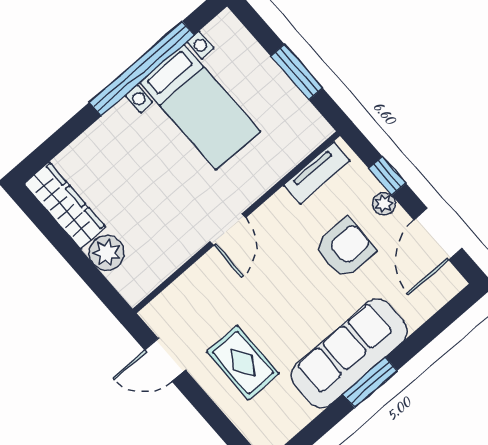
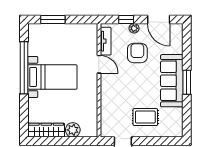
window: (297, 72) -> (53, 20), moved
bed with nightstands: (200, 107) -> (52, 77), moved
door: (228, 230) -> (99, 64), moved

